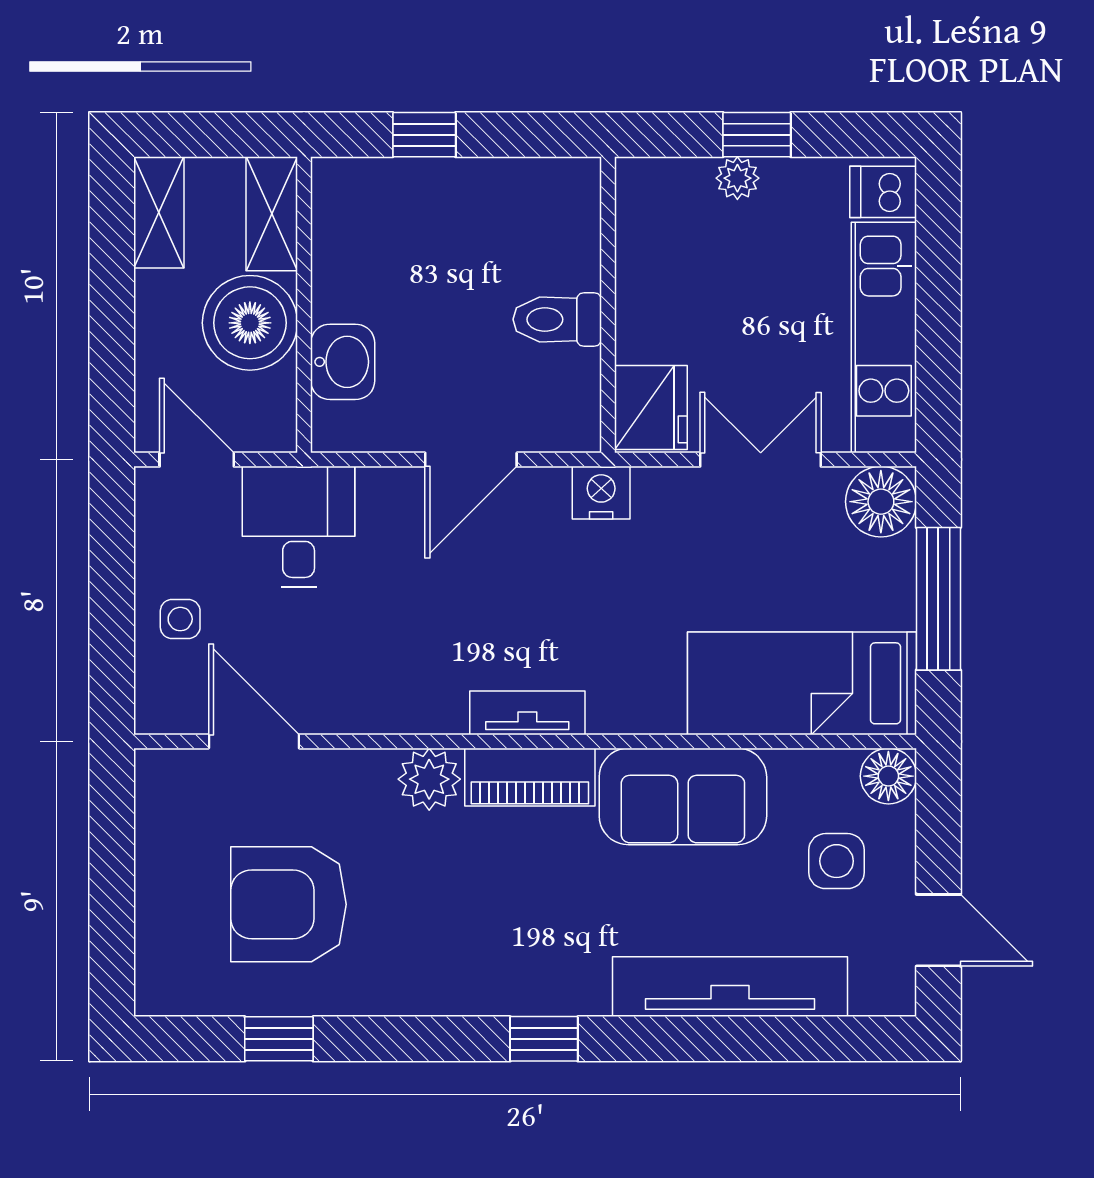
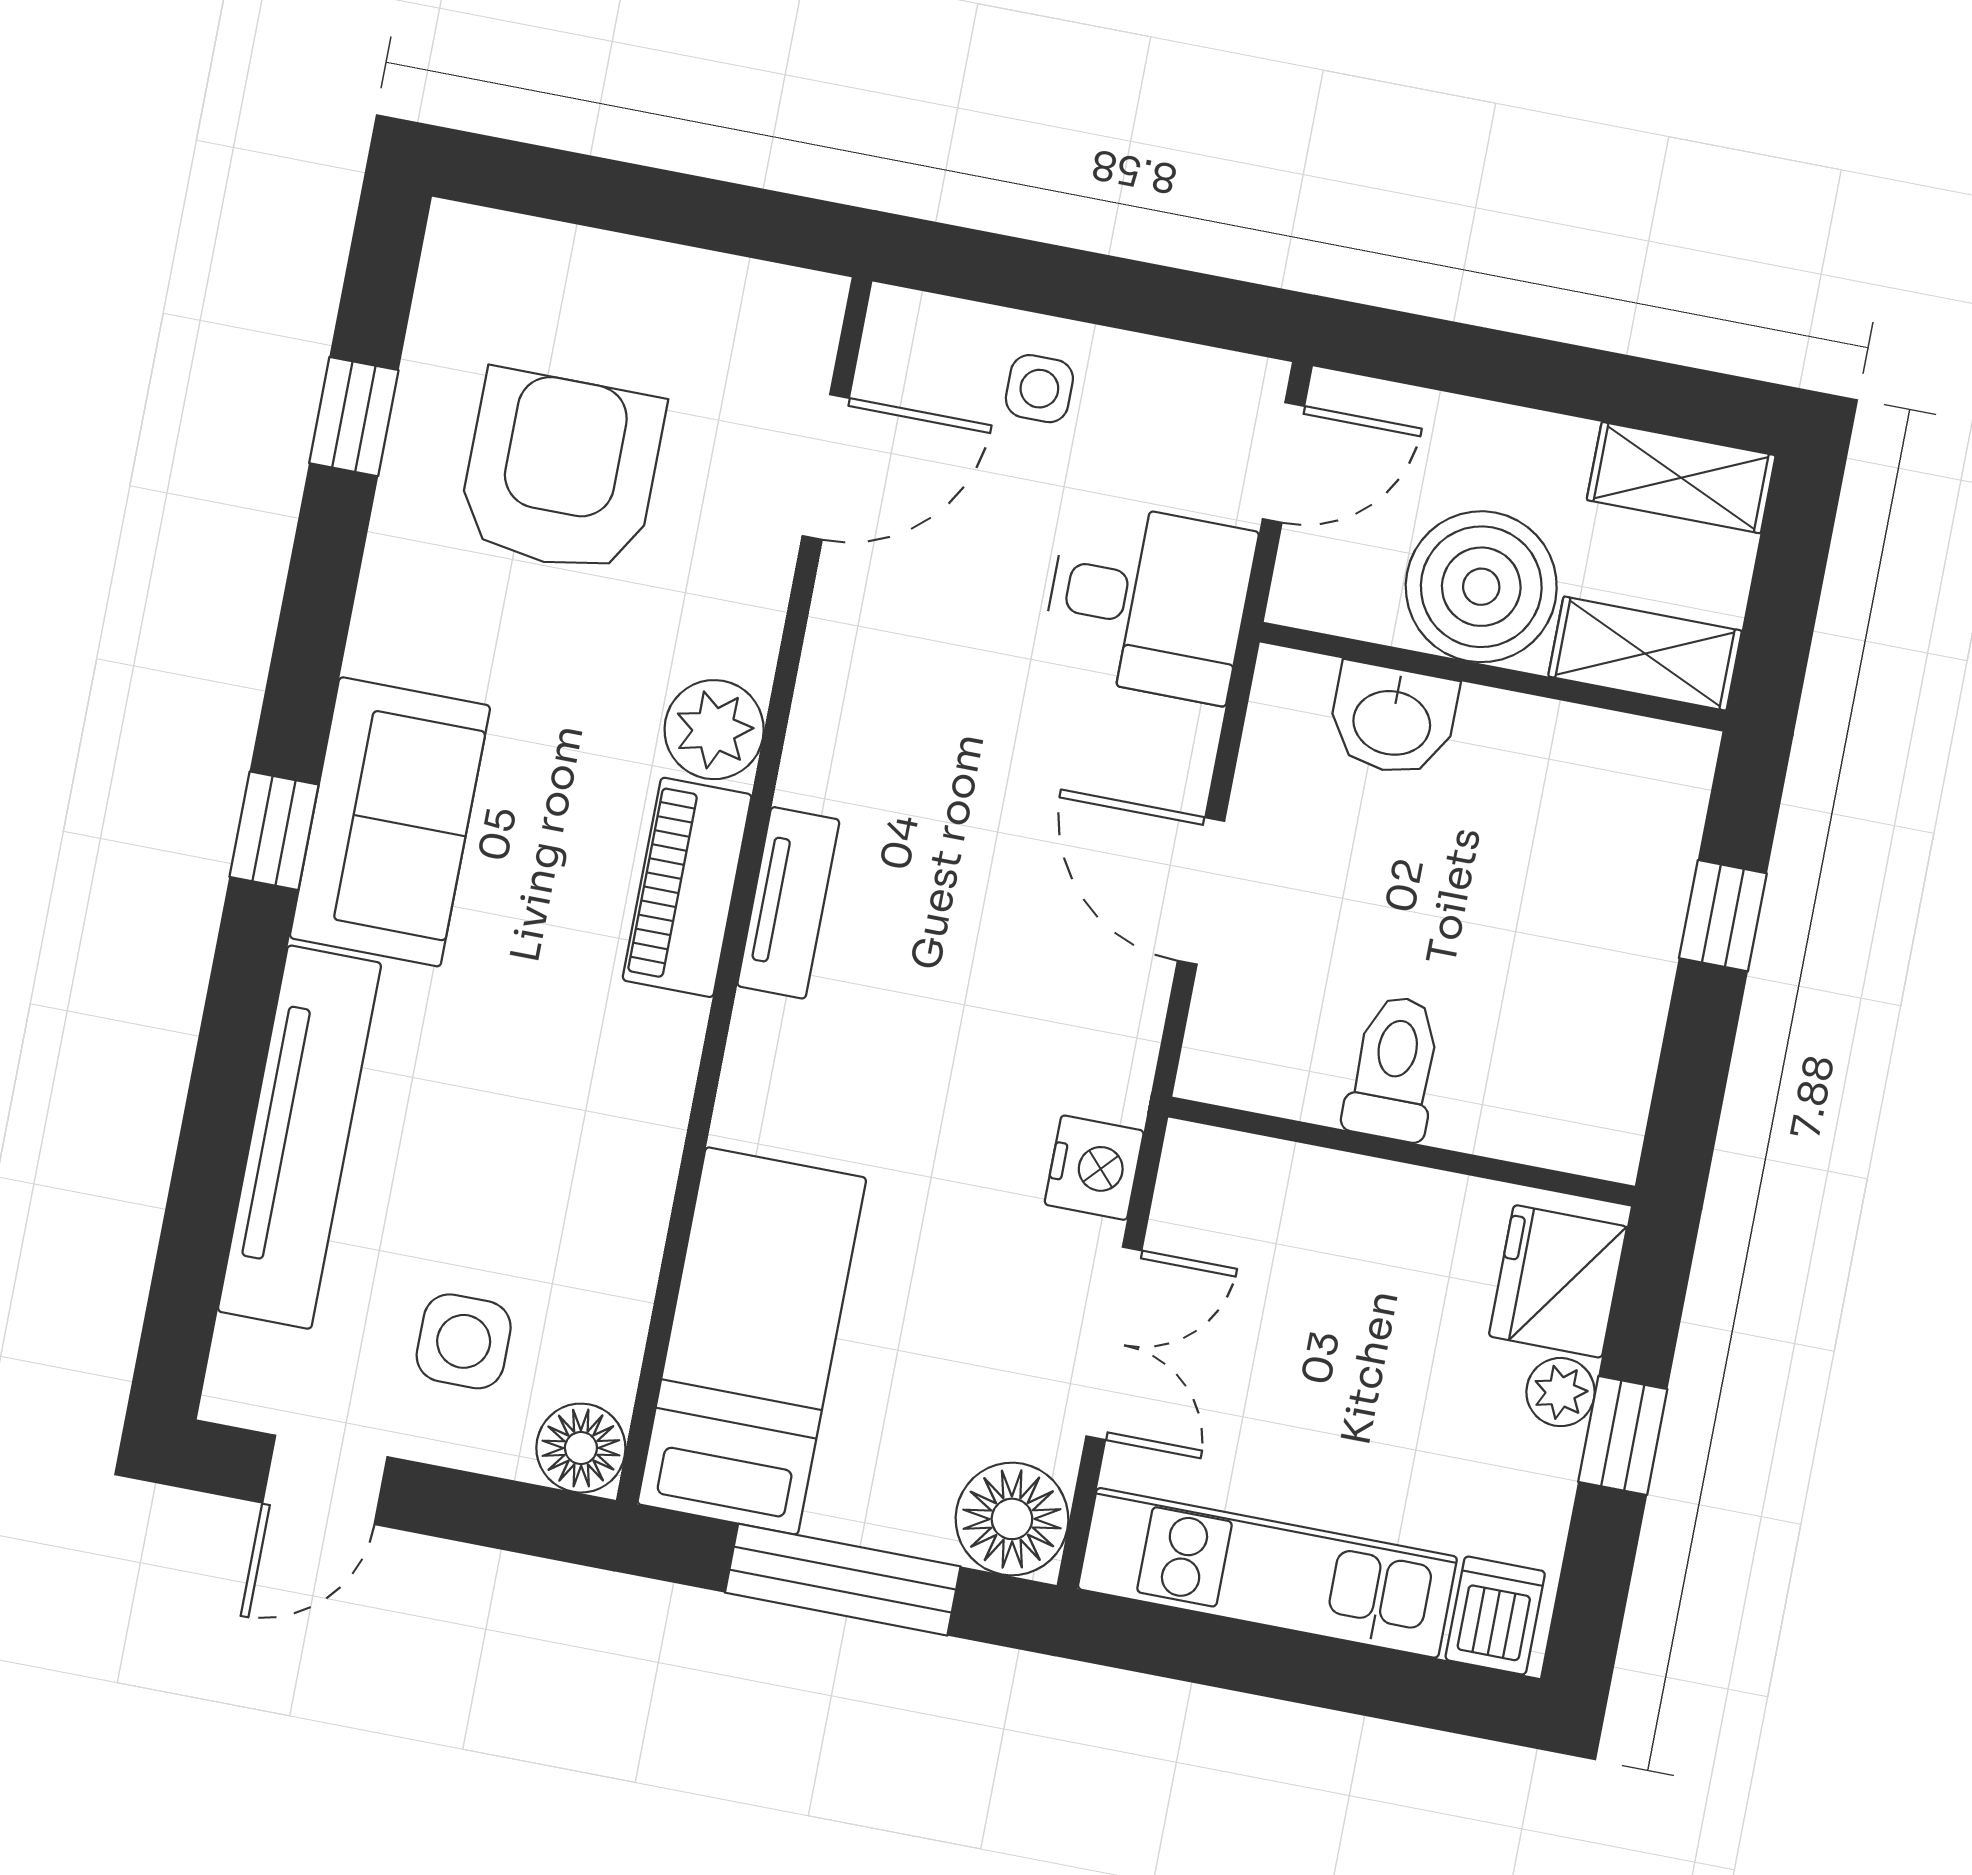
fridge: (651, 408) -> (1558, 1281), moved, turned 90
nightstand: (601, 493) -> (1094, 1168), moved
sofa: (683, 796) -> (390, 822), moved, turned 180

